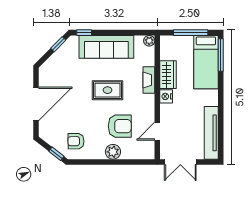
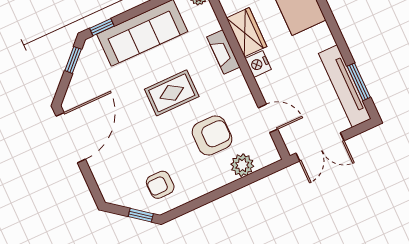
door: (36, 104) -> (71, 138), moved
door: (157, 131) -> (268, 118), swing flipped
window: (221, 134) -> (359, 82), added
plant: (113, 152) -> (242, 165), moved

